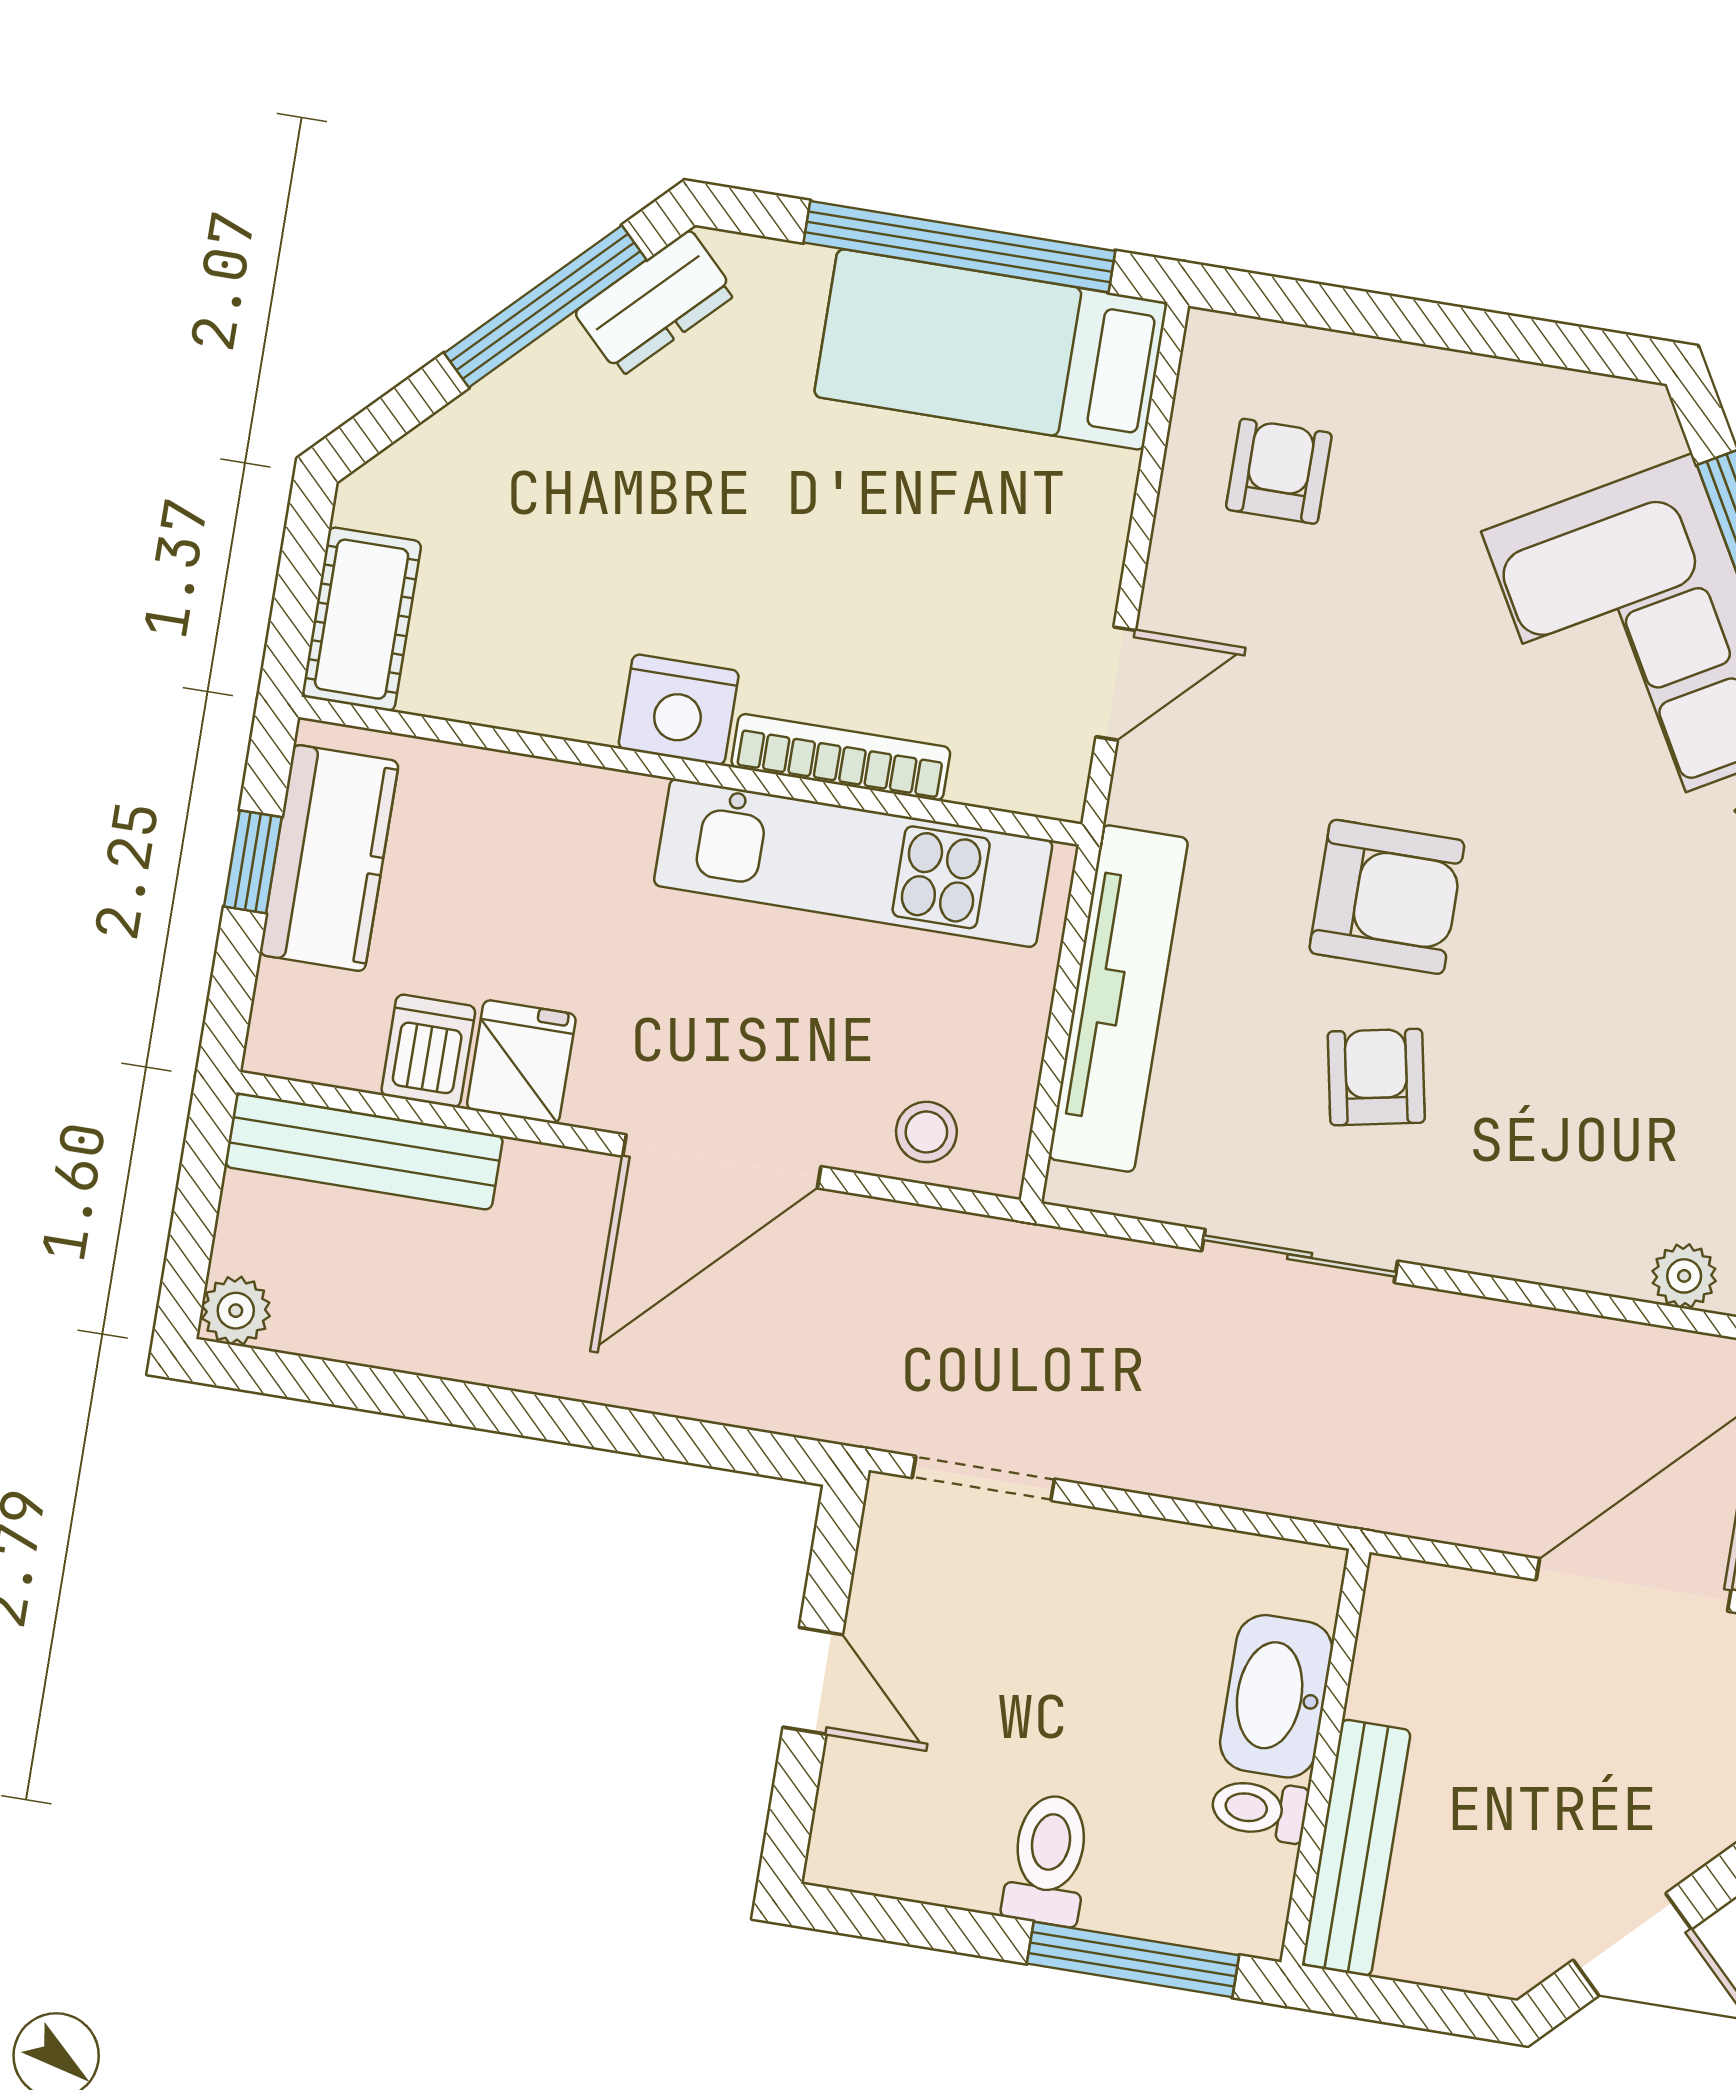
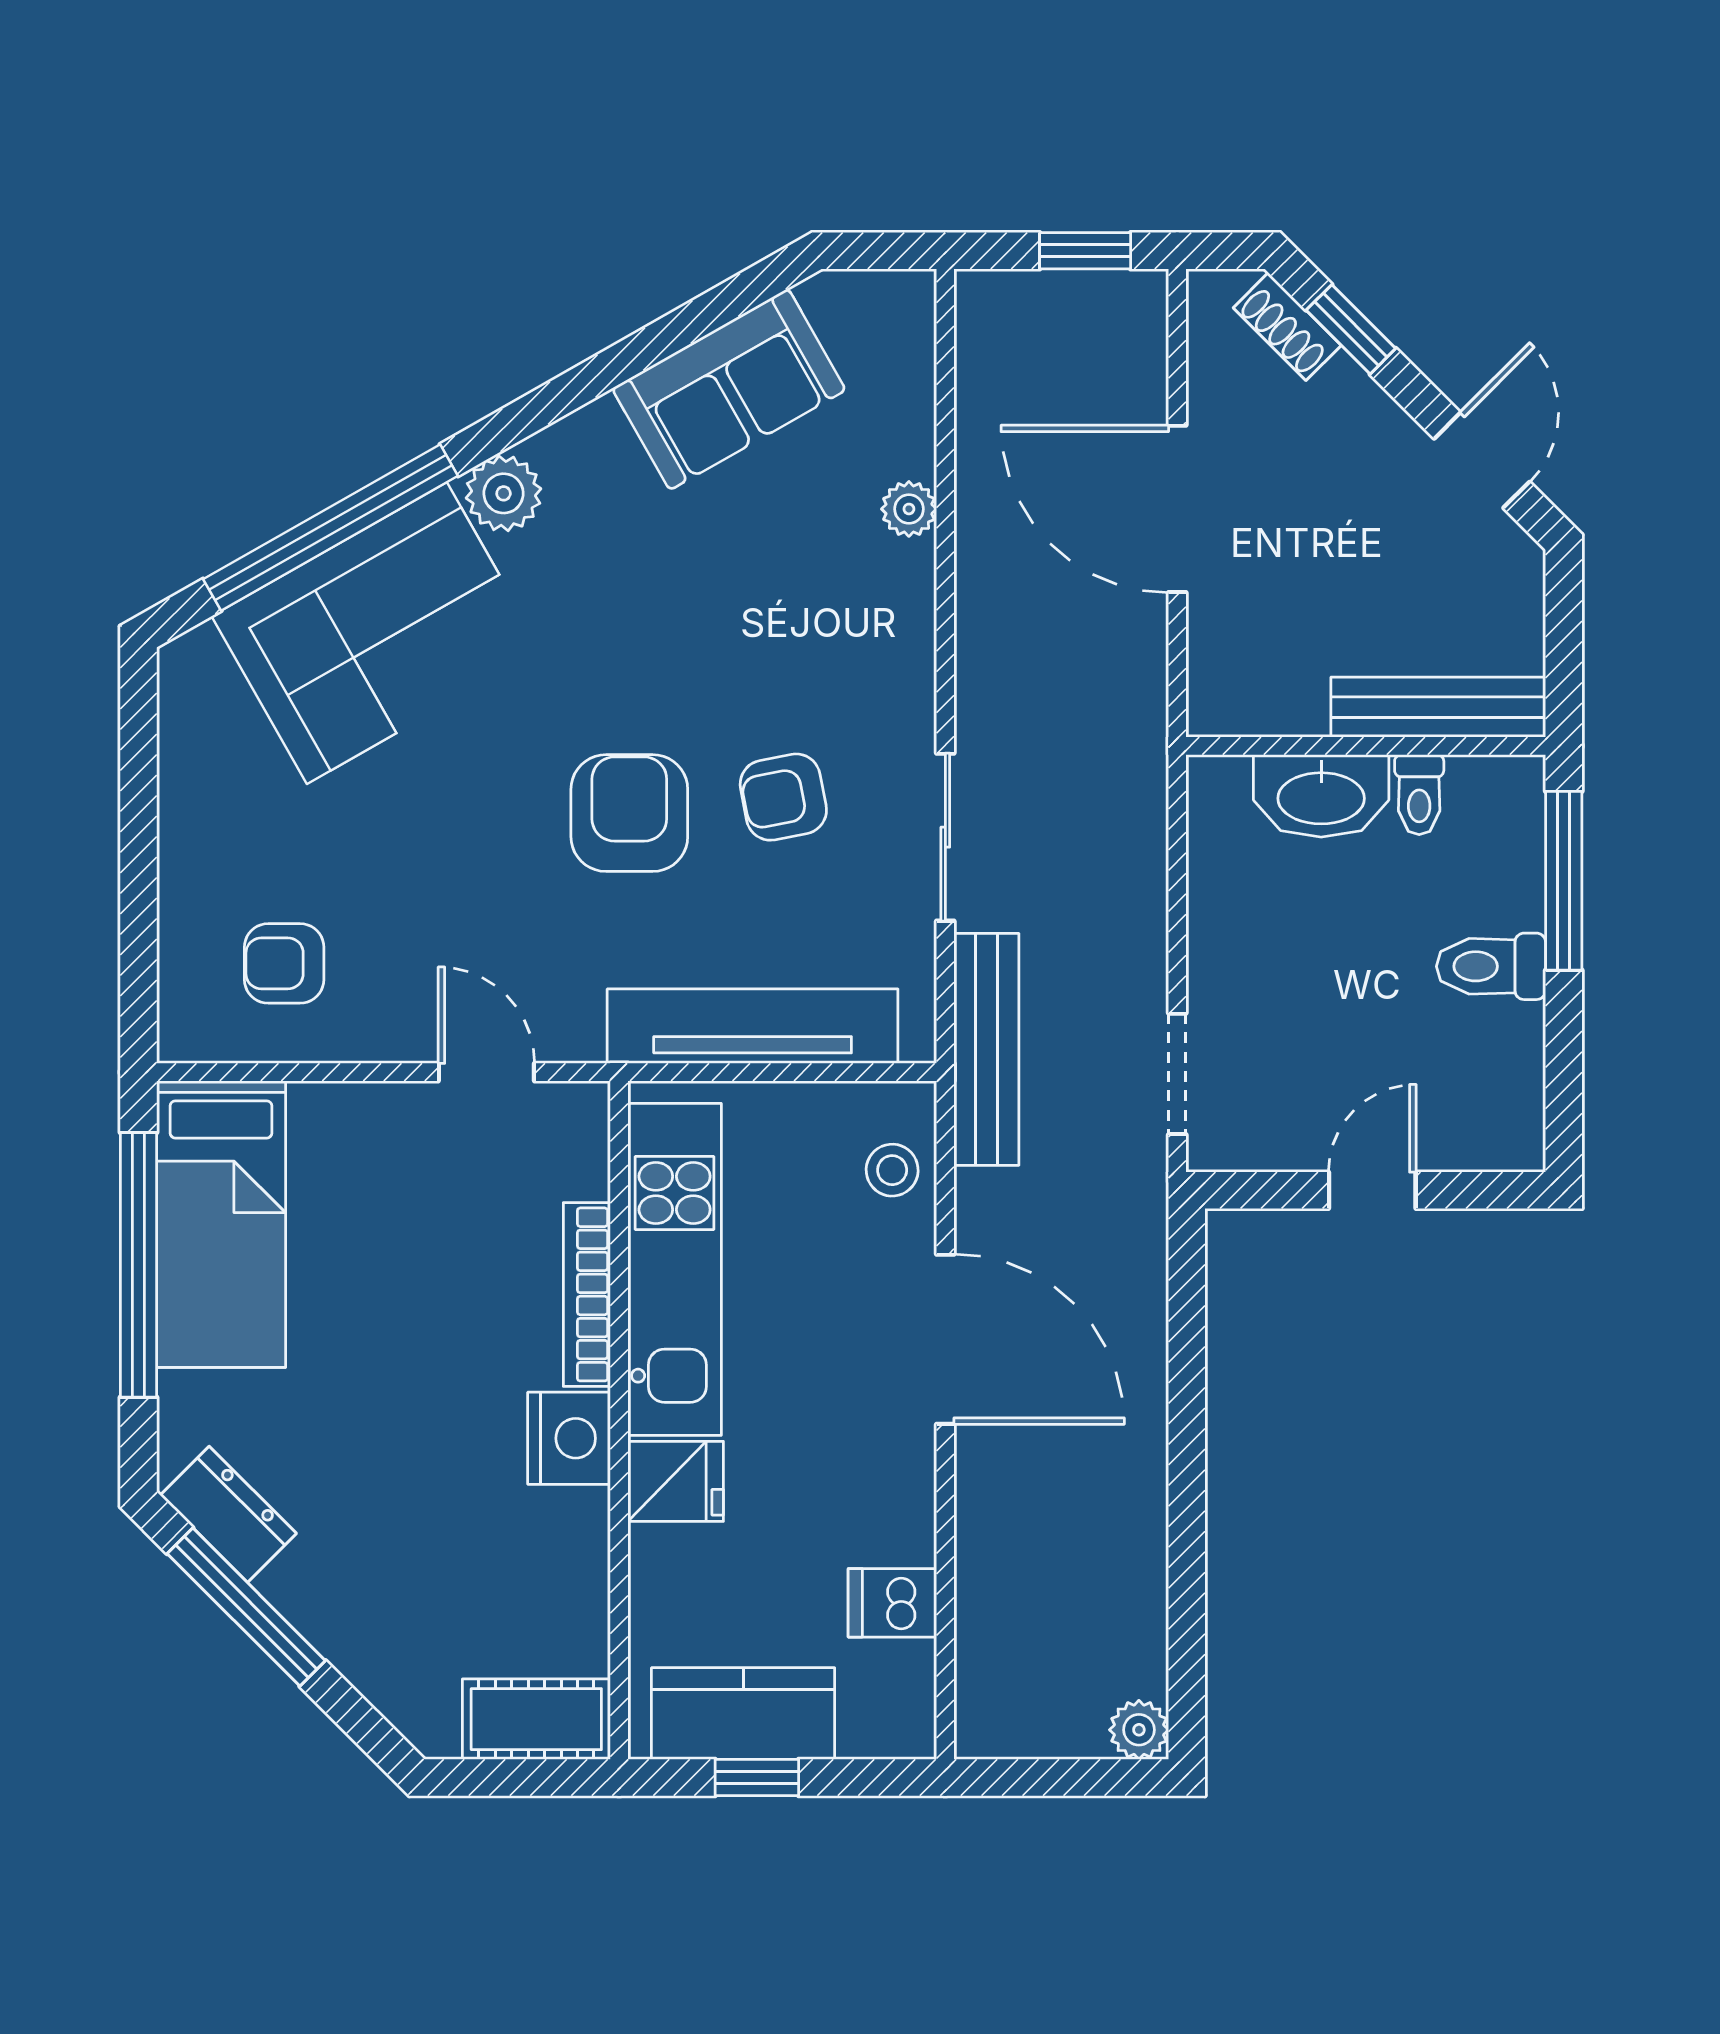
fridge: (521, 1062) -> (676, 1481), moved, turned 180
bench: (364, 1151) -> (986, 1049), moved

